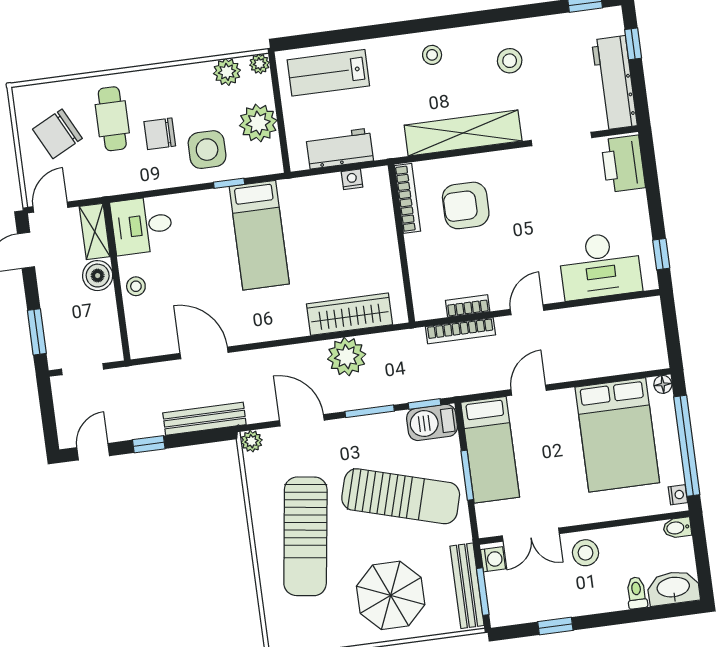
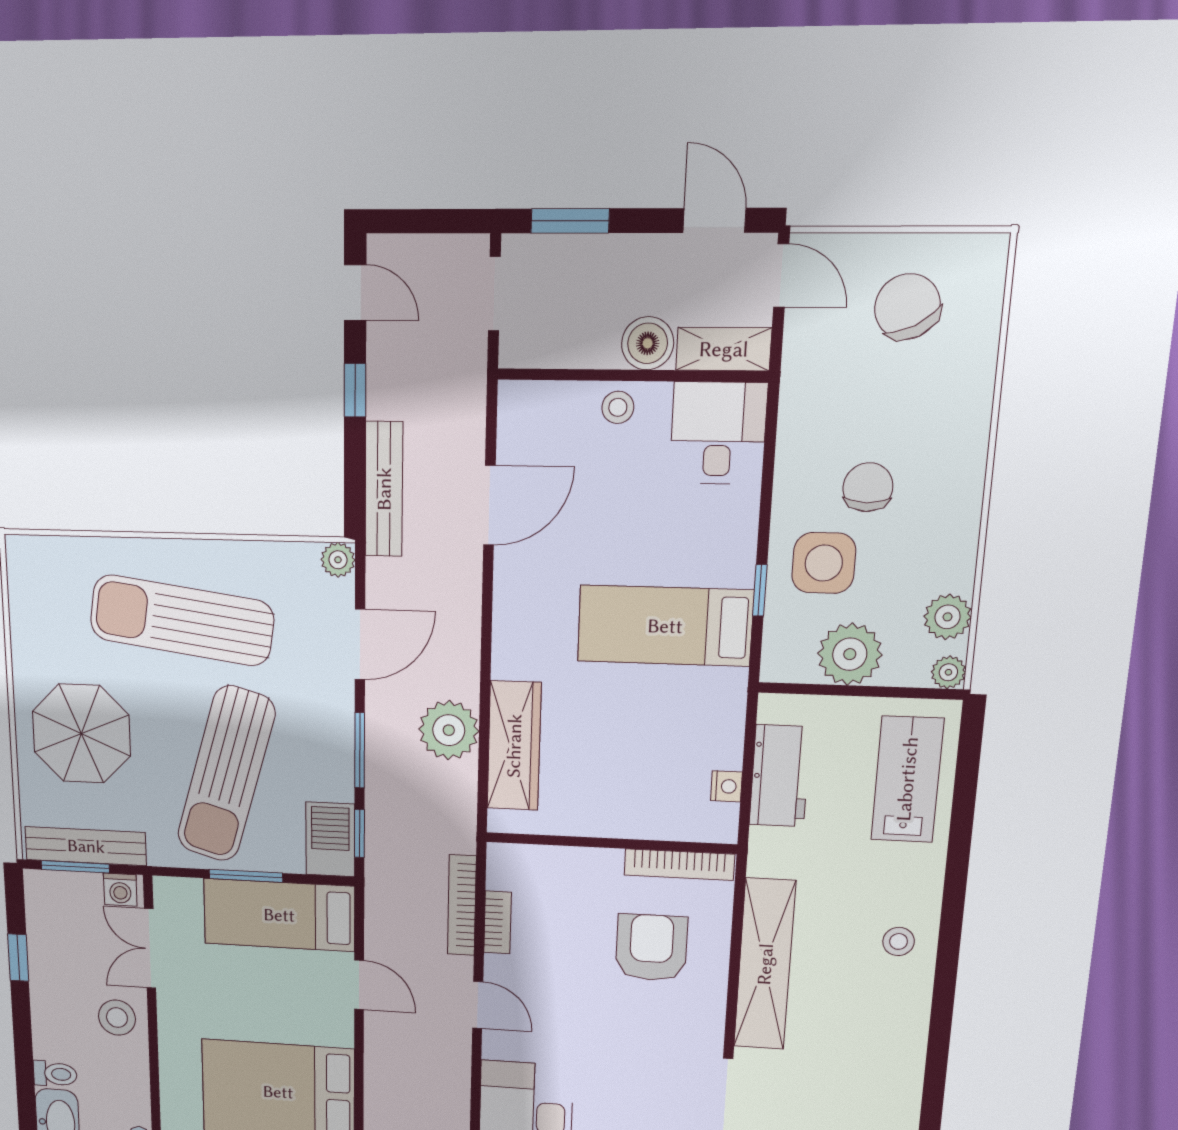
stool: (510, 61) -> (862, 1052), removed
cafe table: (112, 119) -> (912, 409), removed

